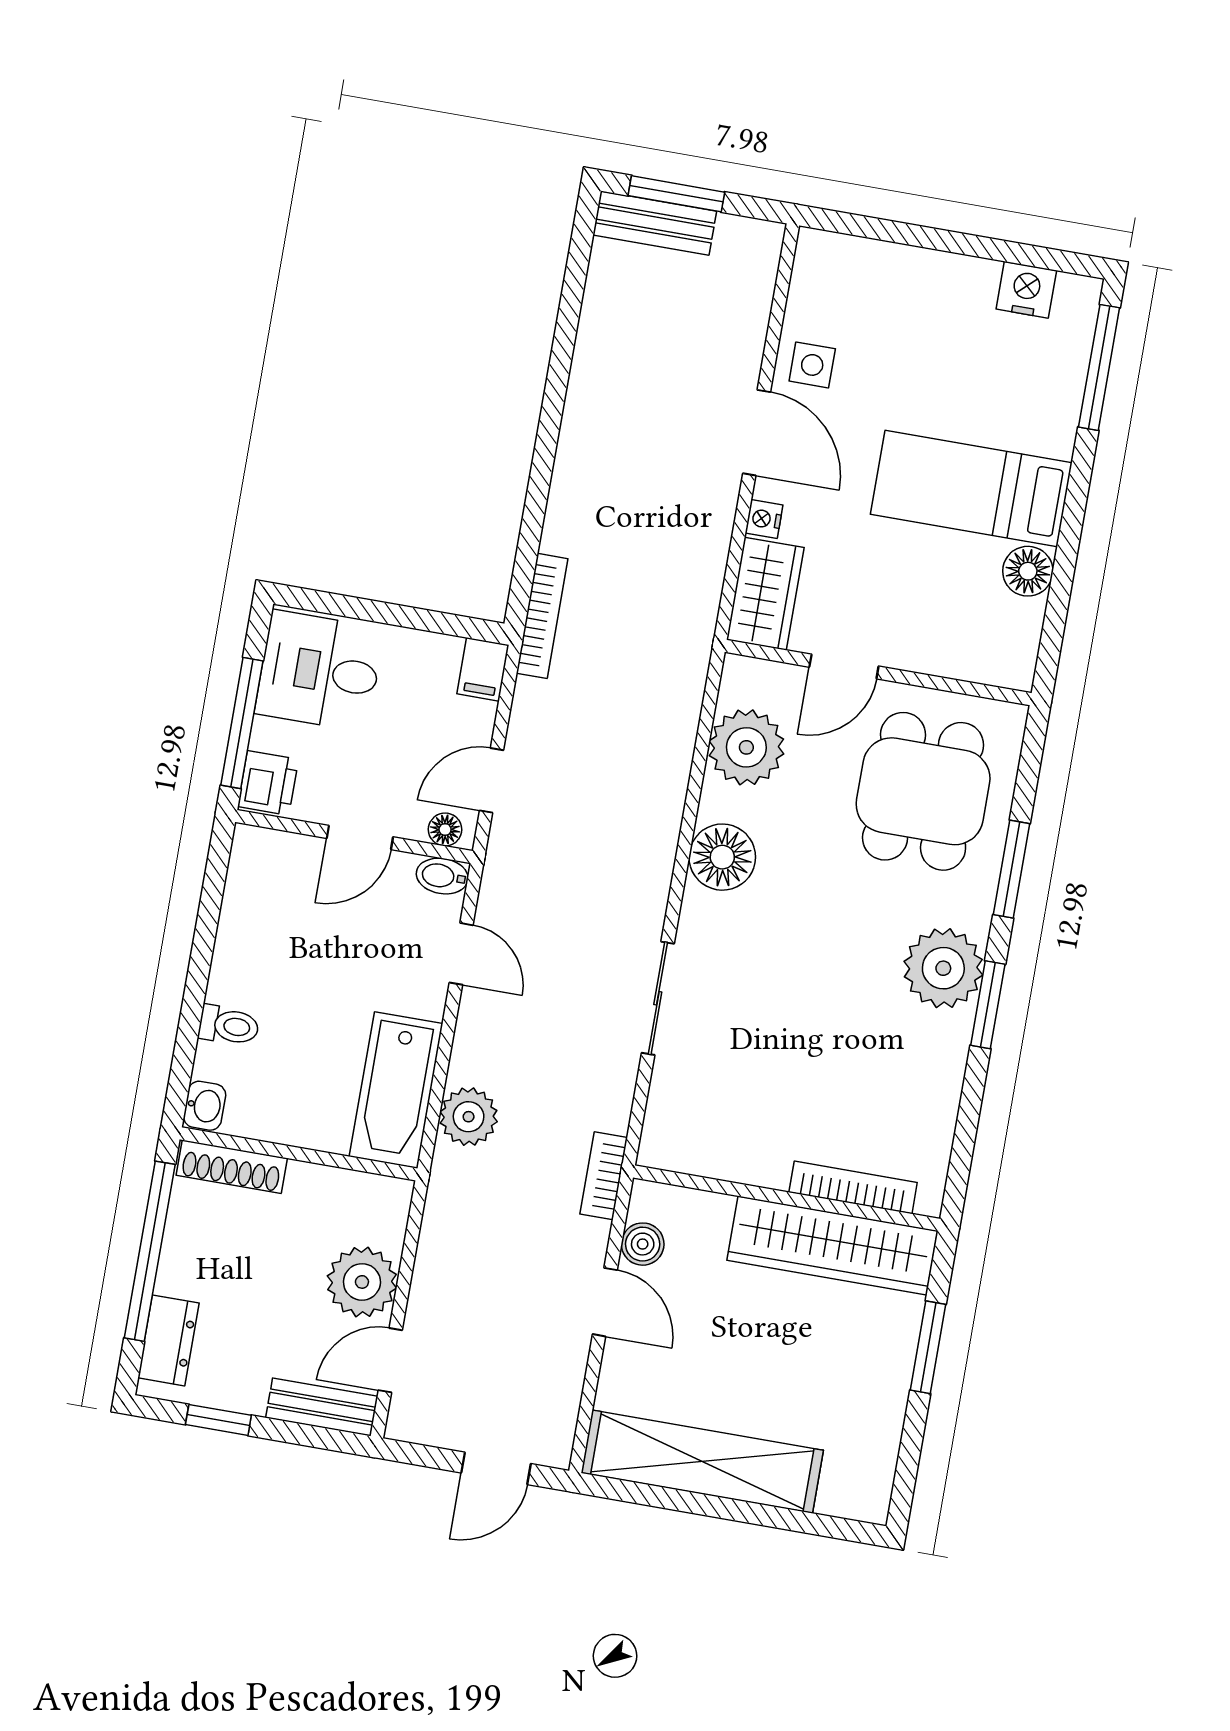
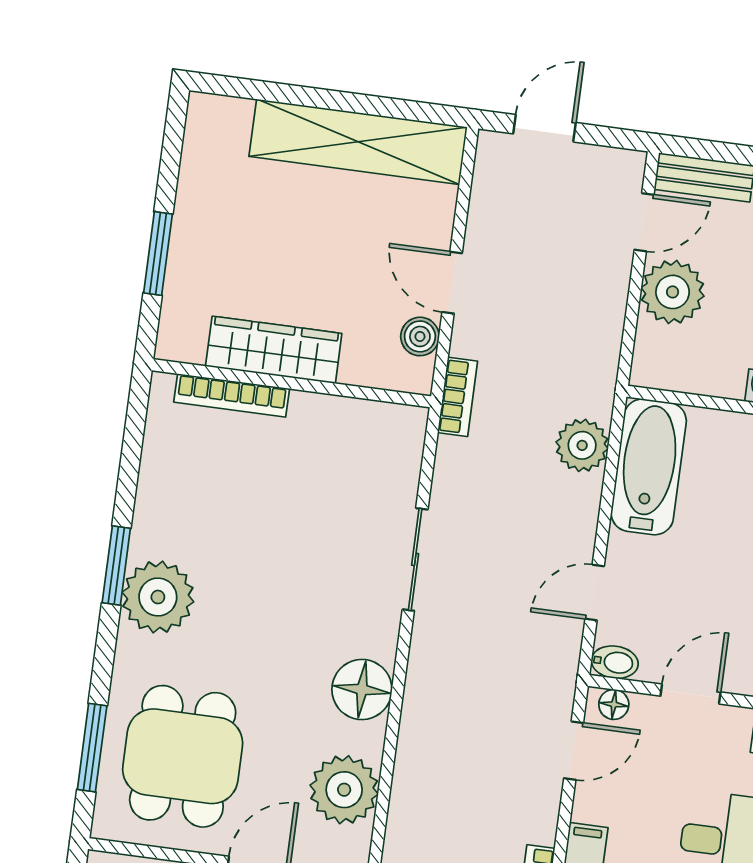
window: (1011, 869) -> (92, 748), moved
door: (461, 954) -> (595, 592), hinge flipped
wardrobe: (832, 1246) -> (274, 350), width x0.71, depth x0.85

